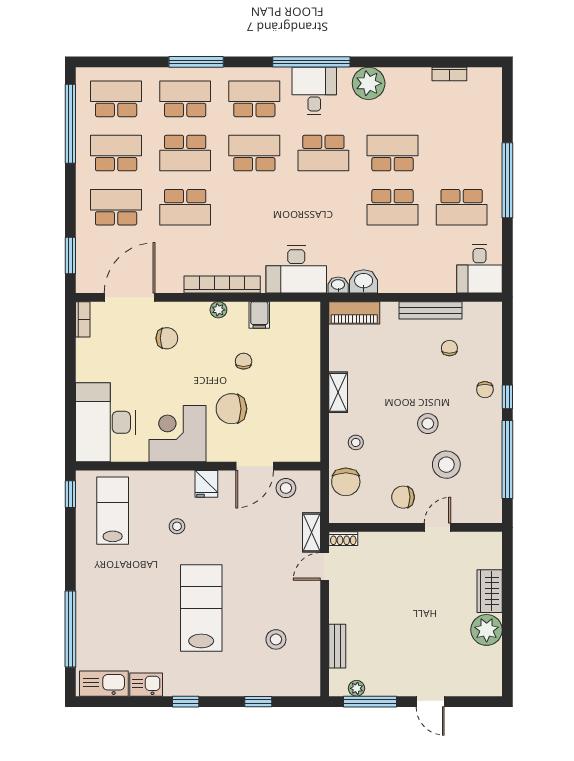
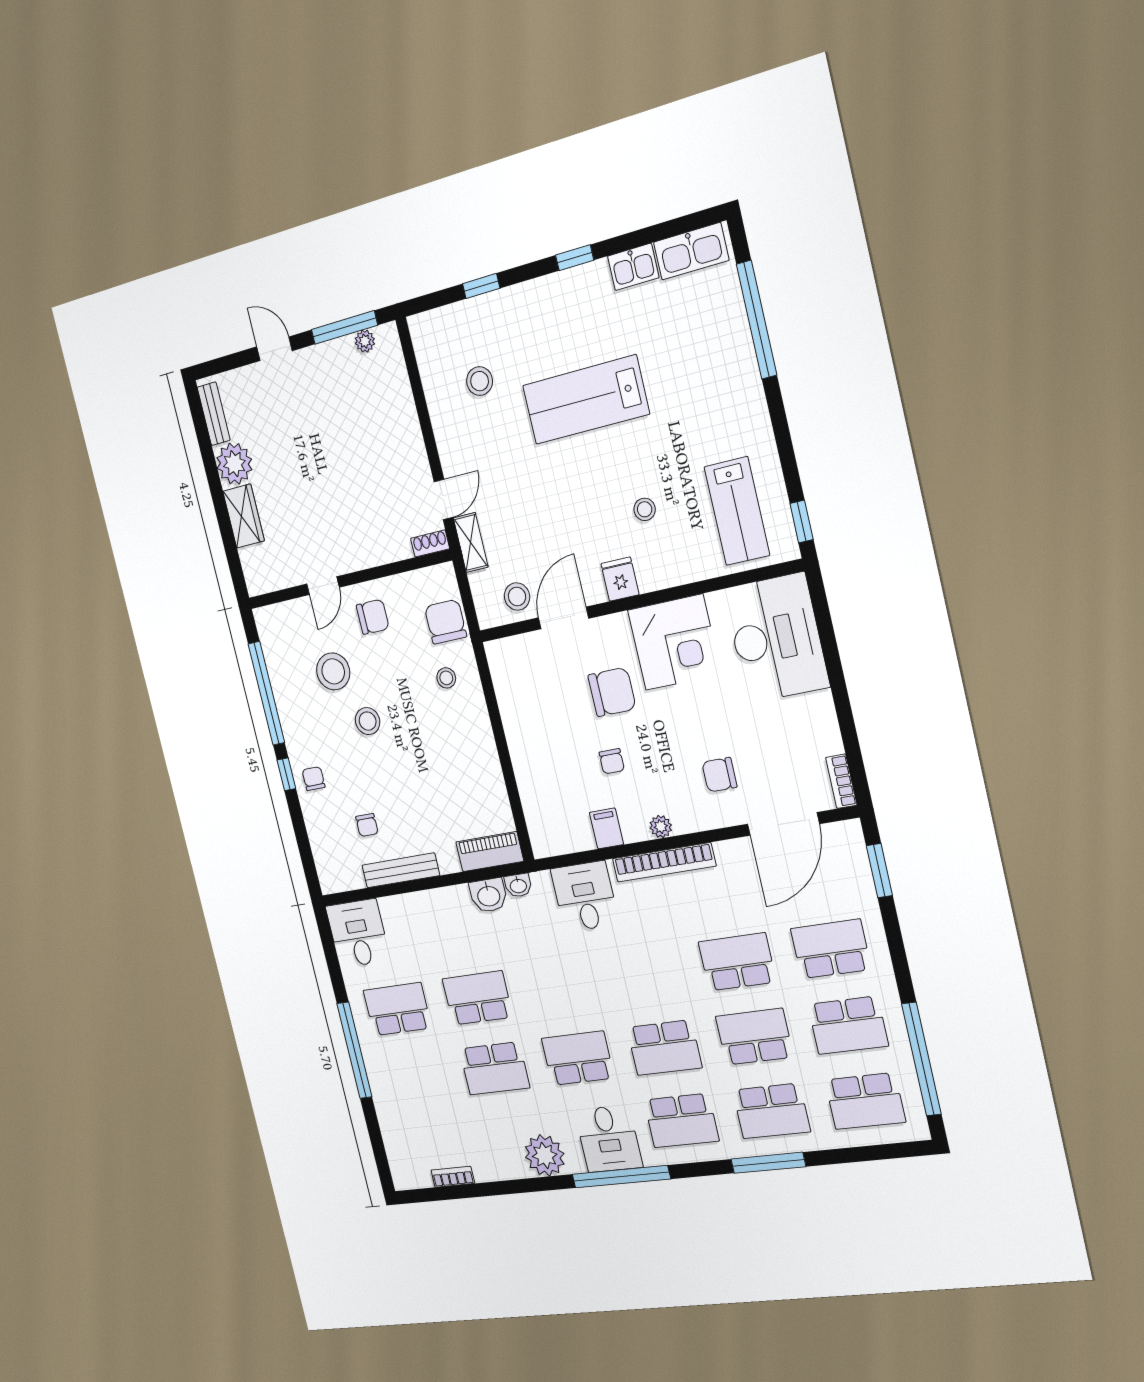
school desk: (116, 207) -> (831, 949), turned 180
desk: (296, 269) -> (585, 896), width x0.73
shelving: (338, 392) -> (484, 741), removed
lab bench: (201, 608) -> (586, 400), turned 90
bench: (337, 646) -> (214, 414), moved

